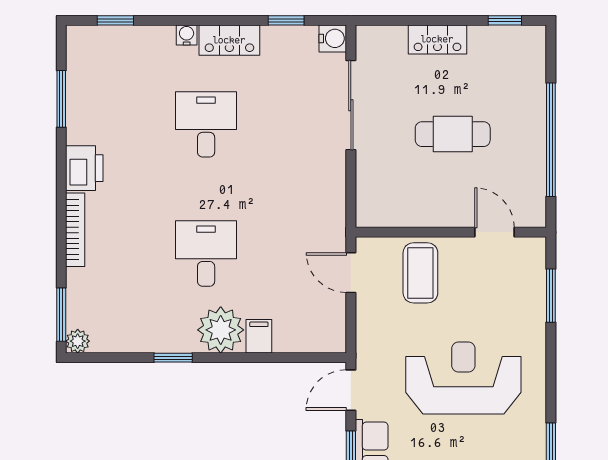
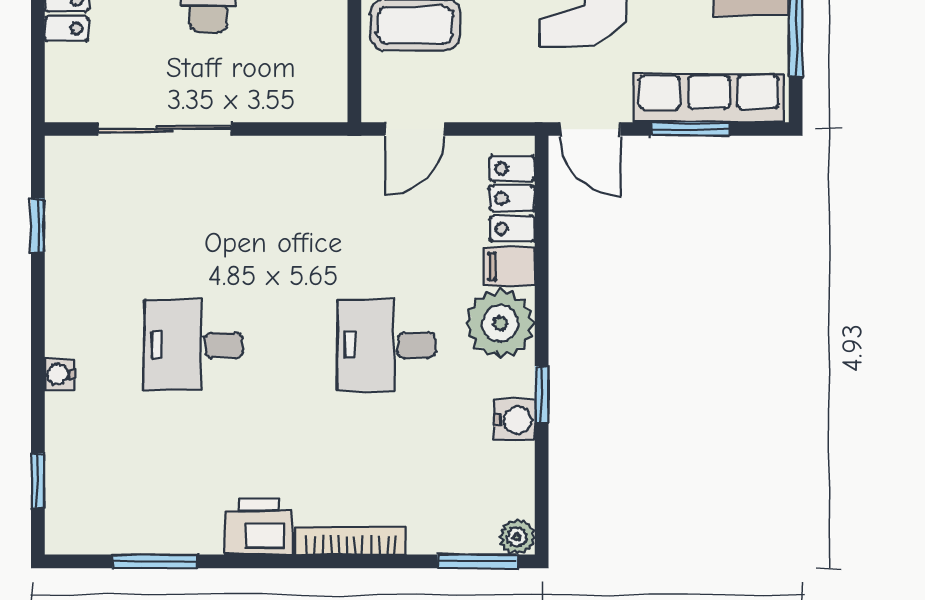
water cooler: (333, 38) -> (515, 420), moved, turned 90
locker: (229, 40) -> (512, 198), moved, turned 180

